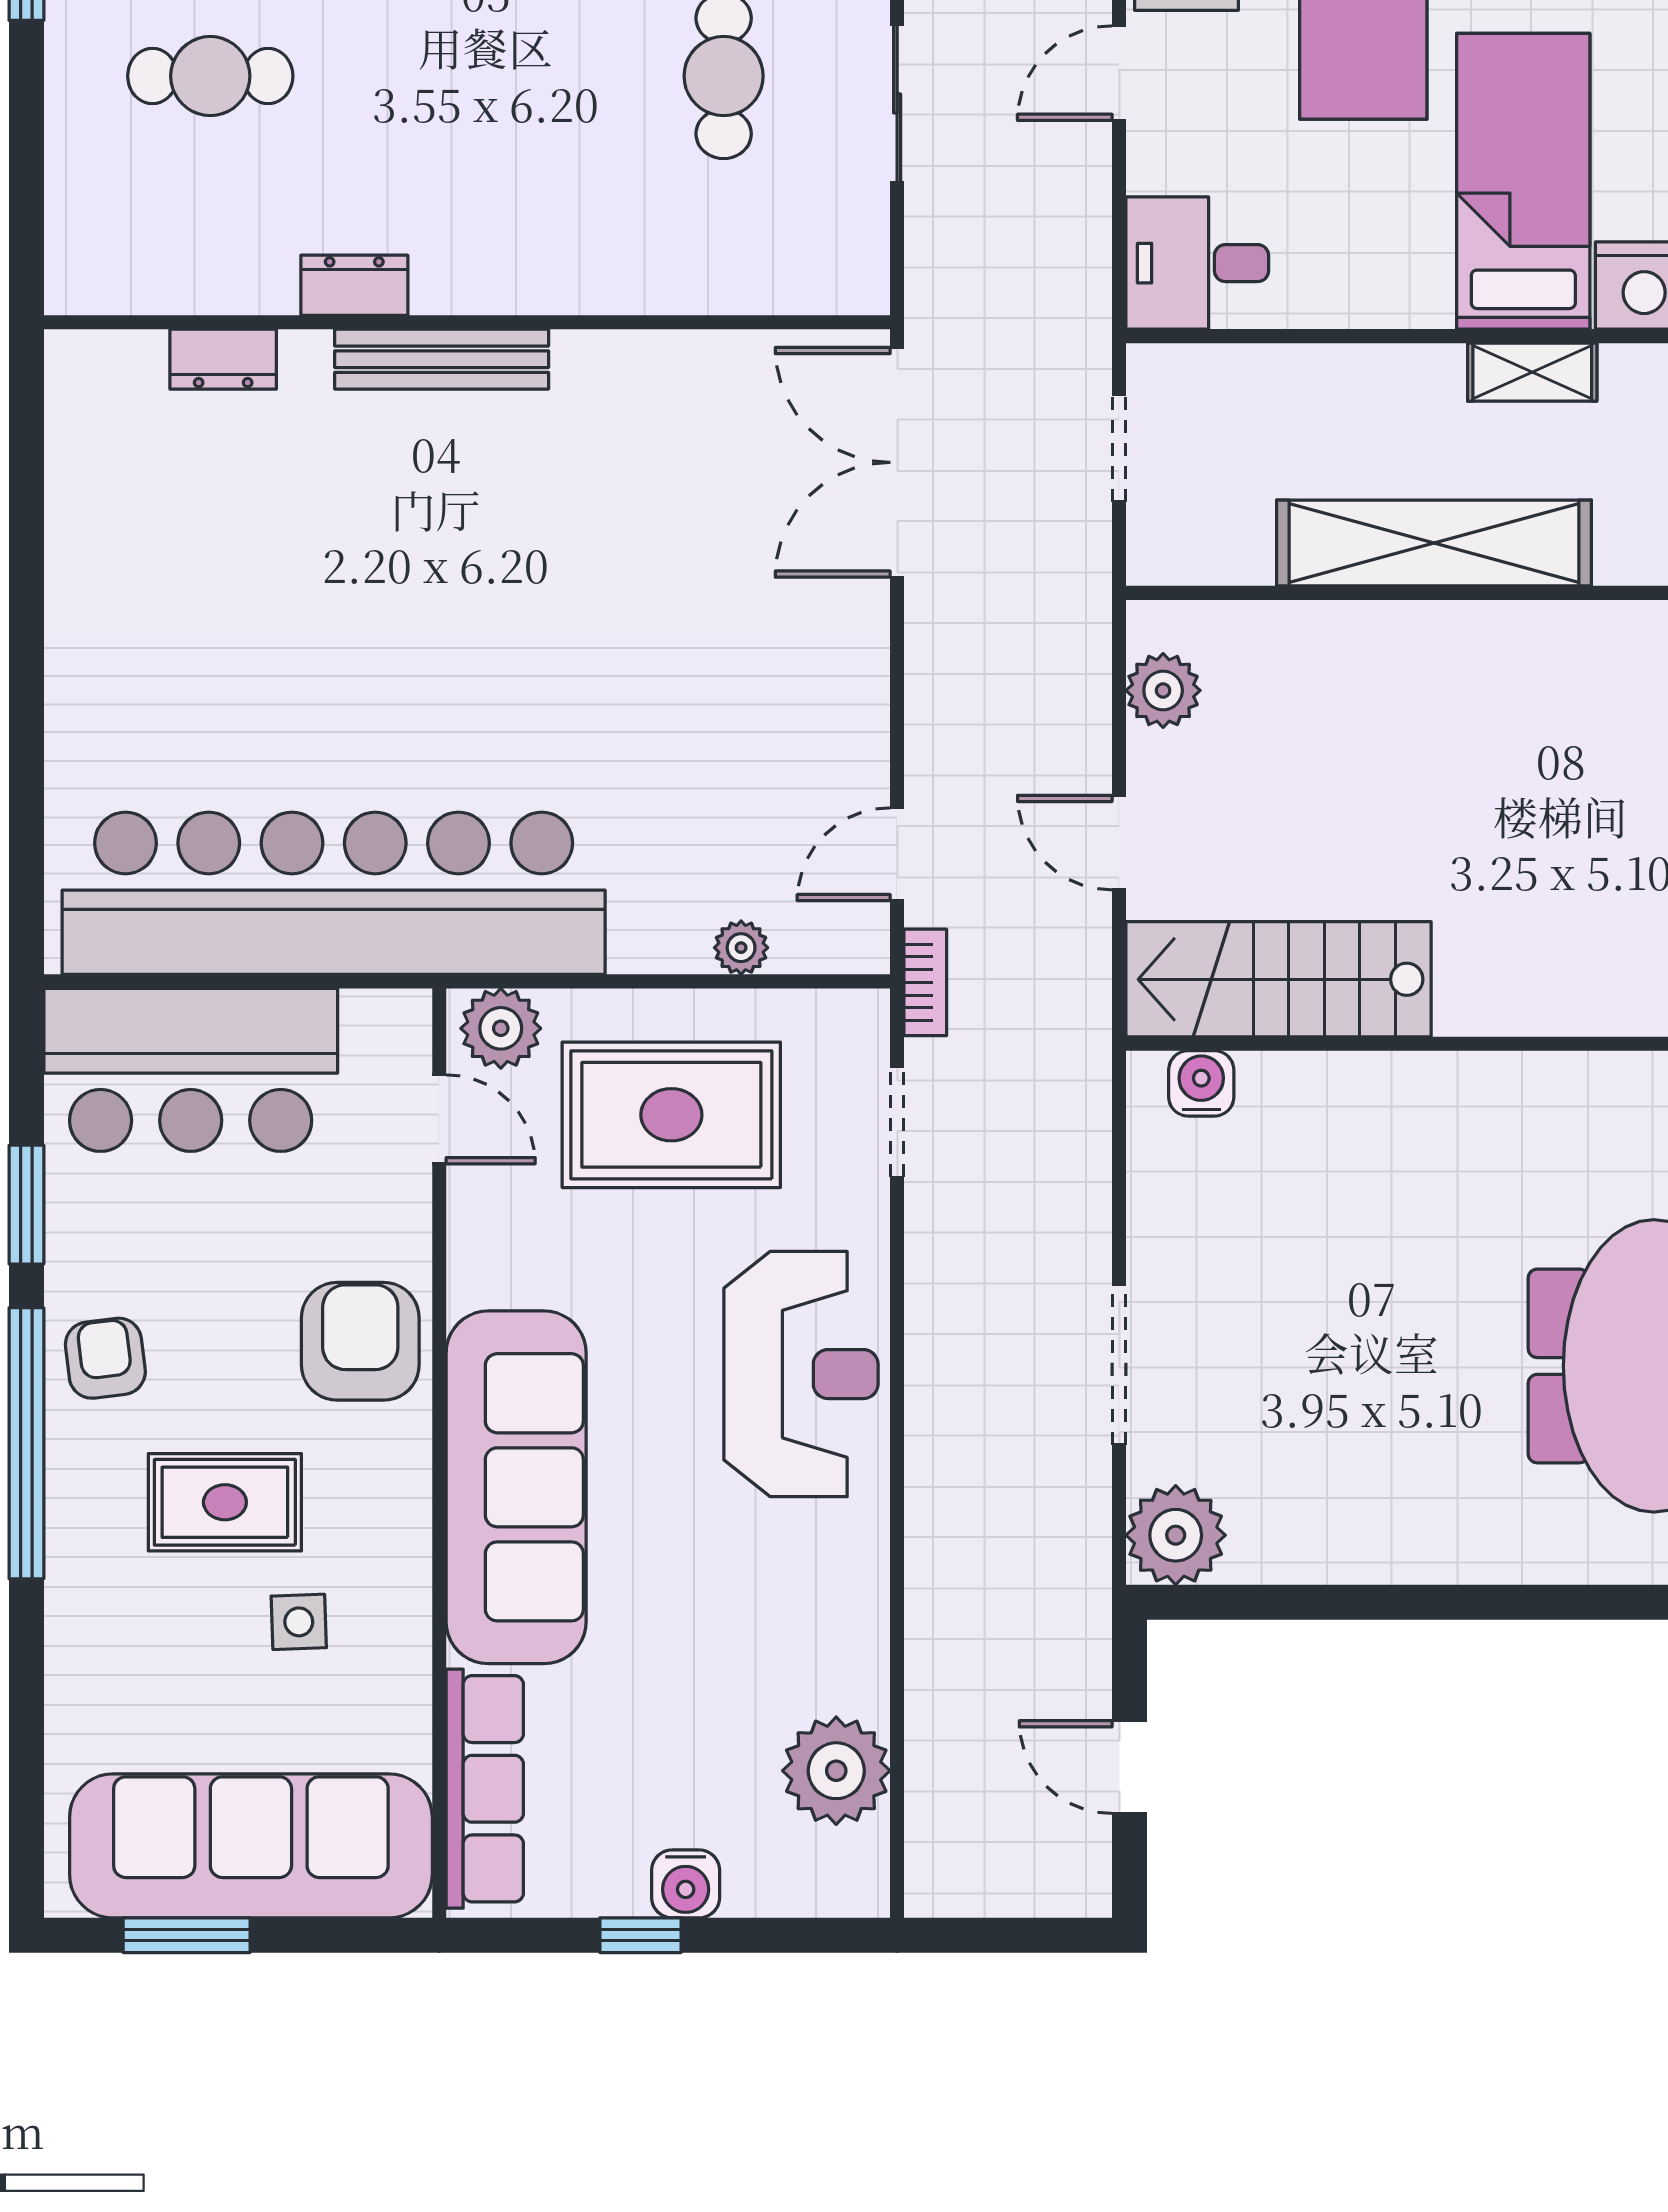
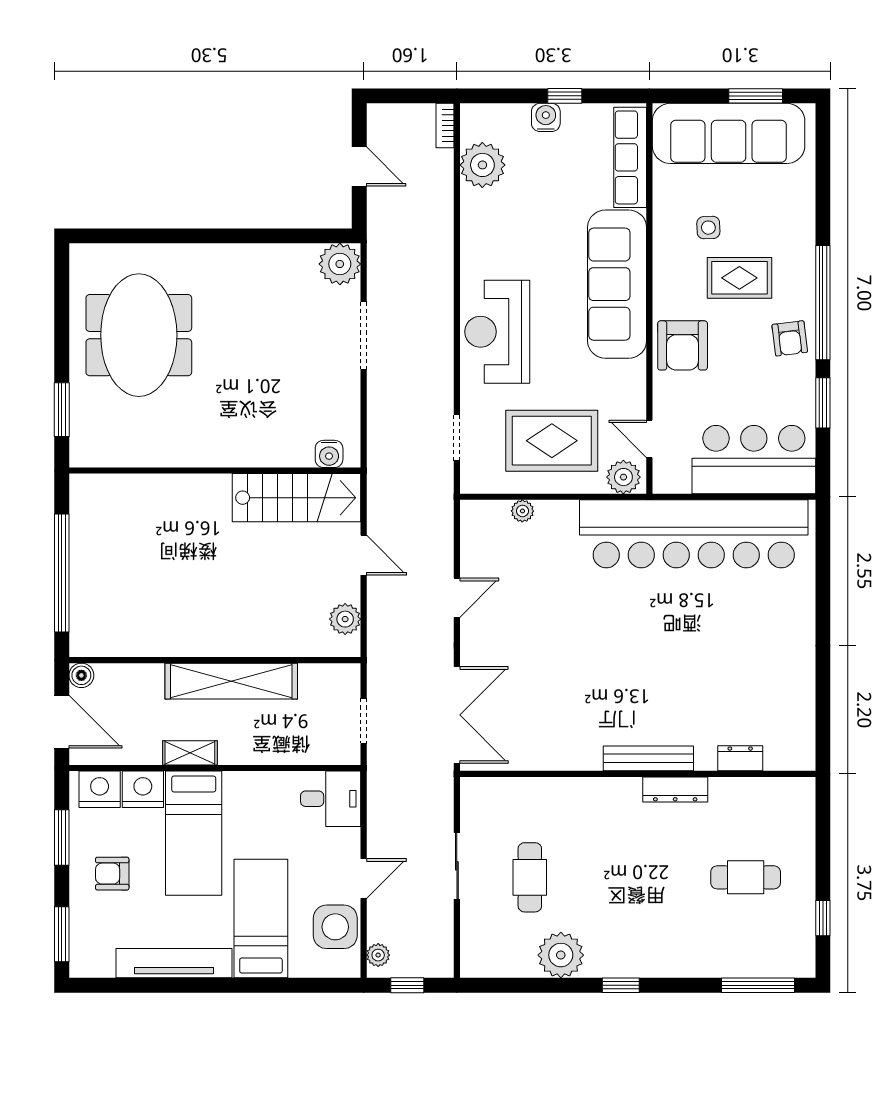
dresser: (354, 285) -> (675, 789), width x1.44
door: (897, 854) -> (457, 598), moved
bookcase: (925, 982) -> (445, 125), moved

